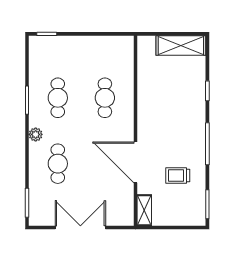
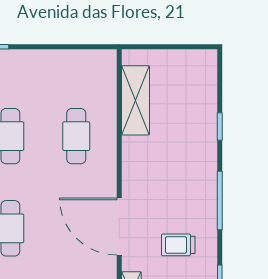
shelving: (181, 45) -> (135, 100), moved, turned 90

